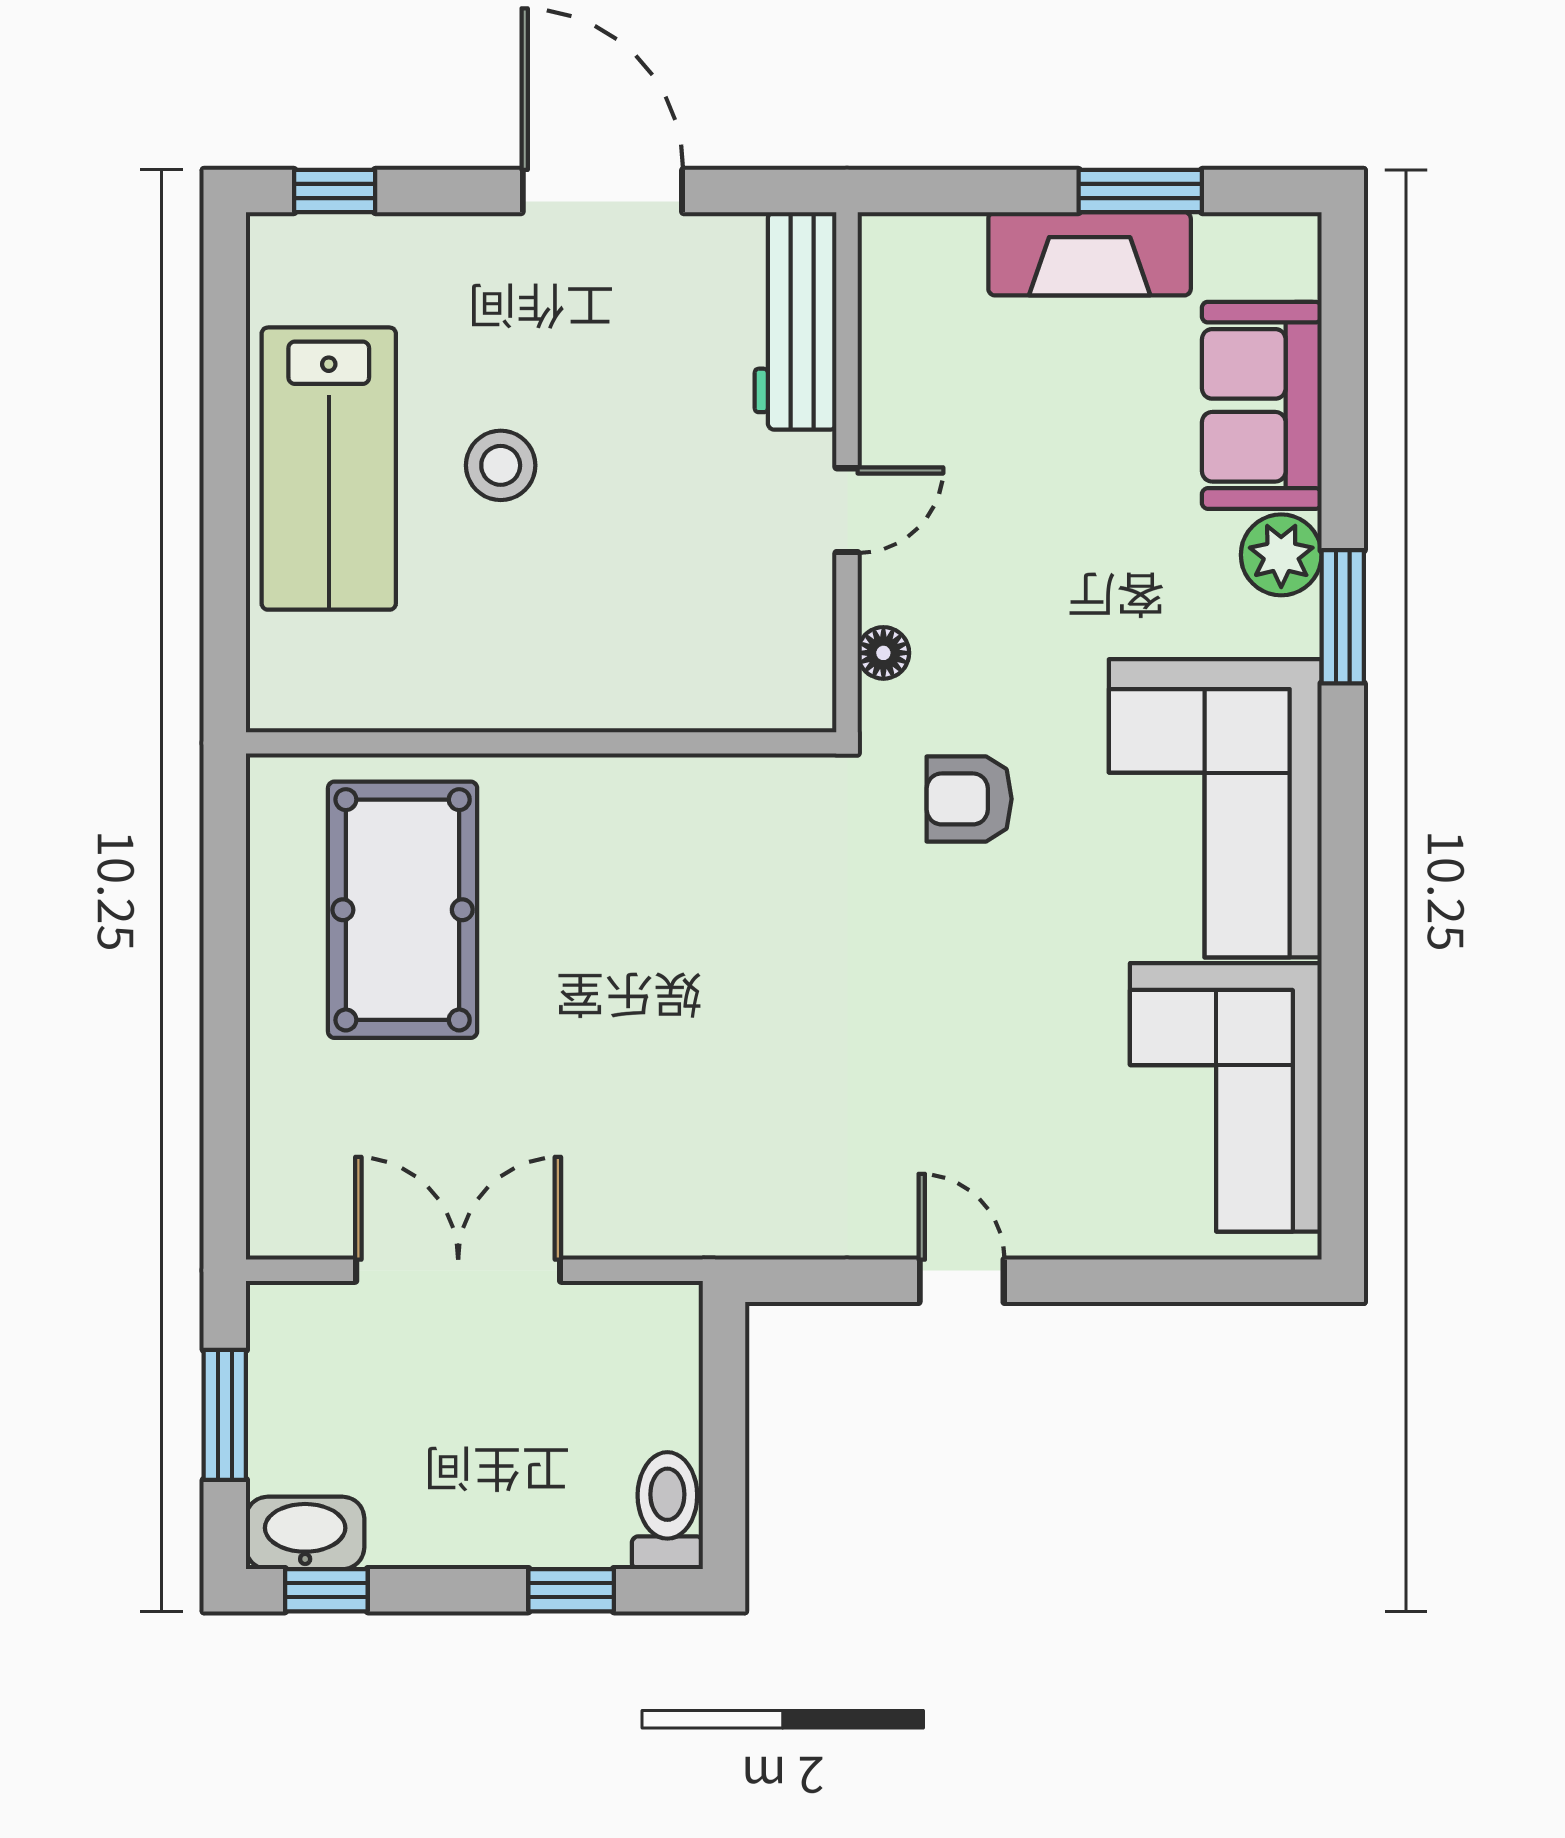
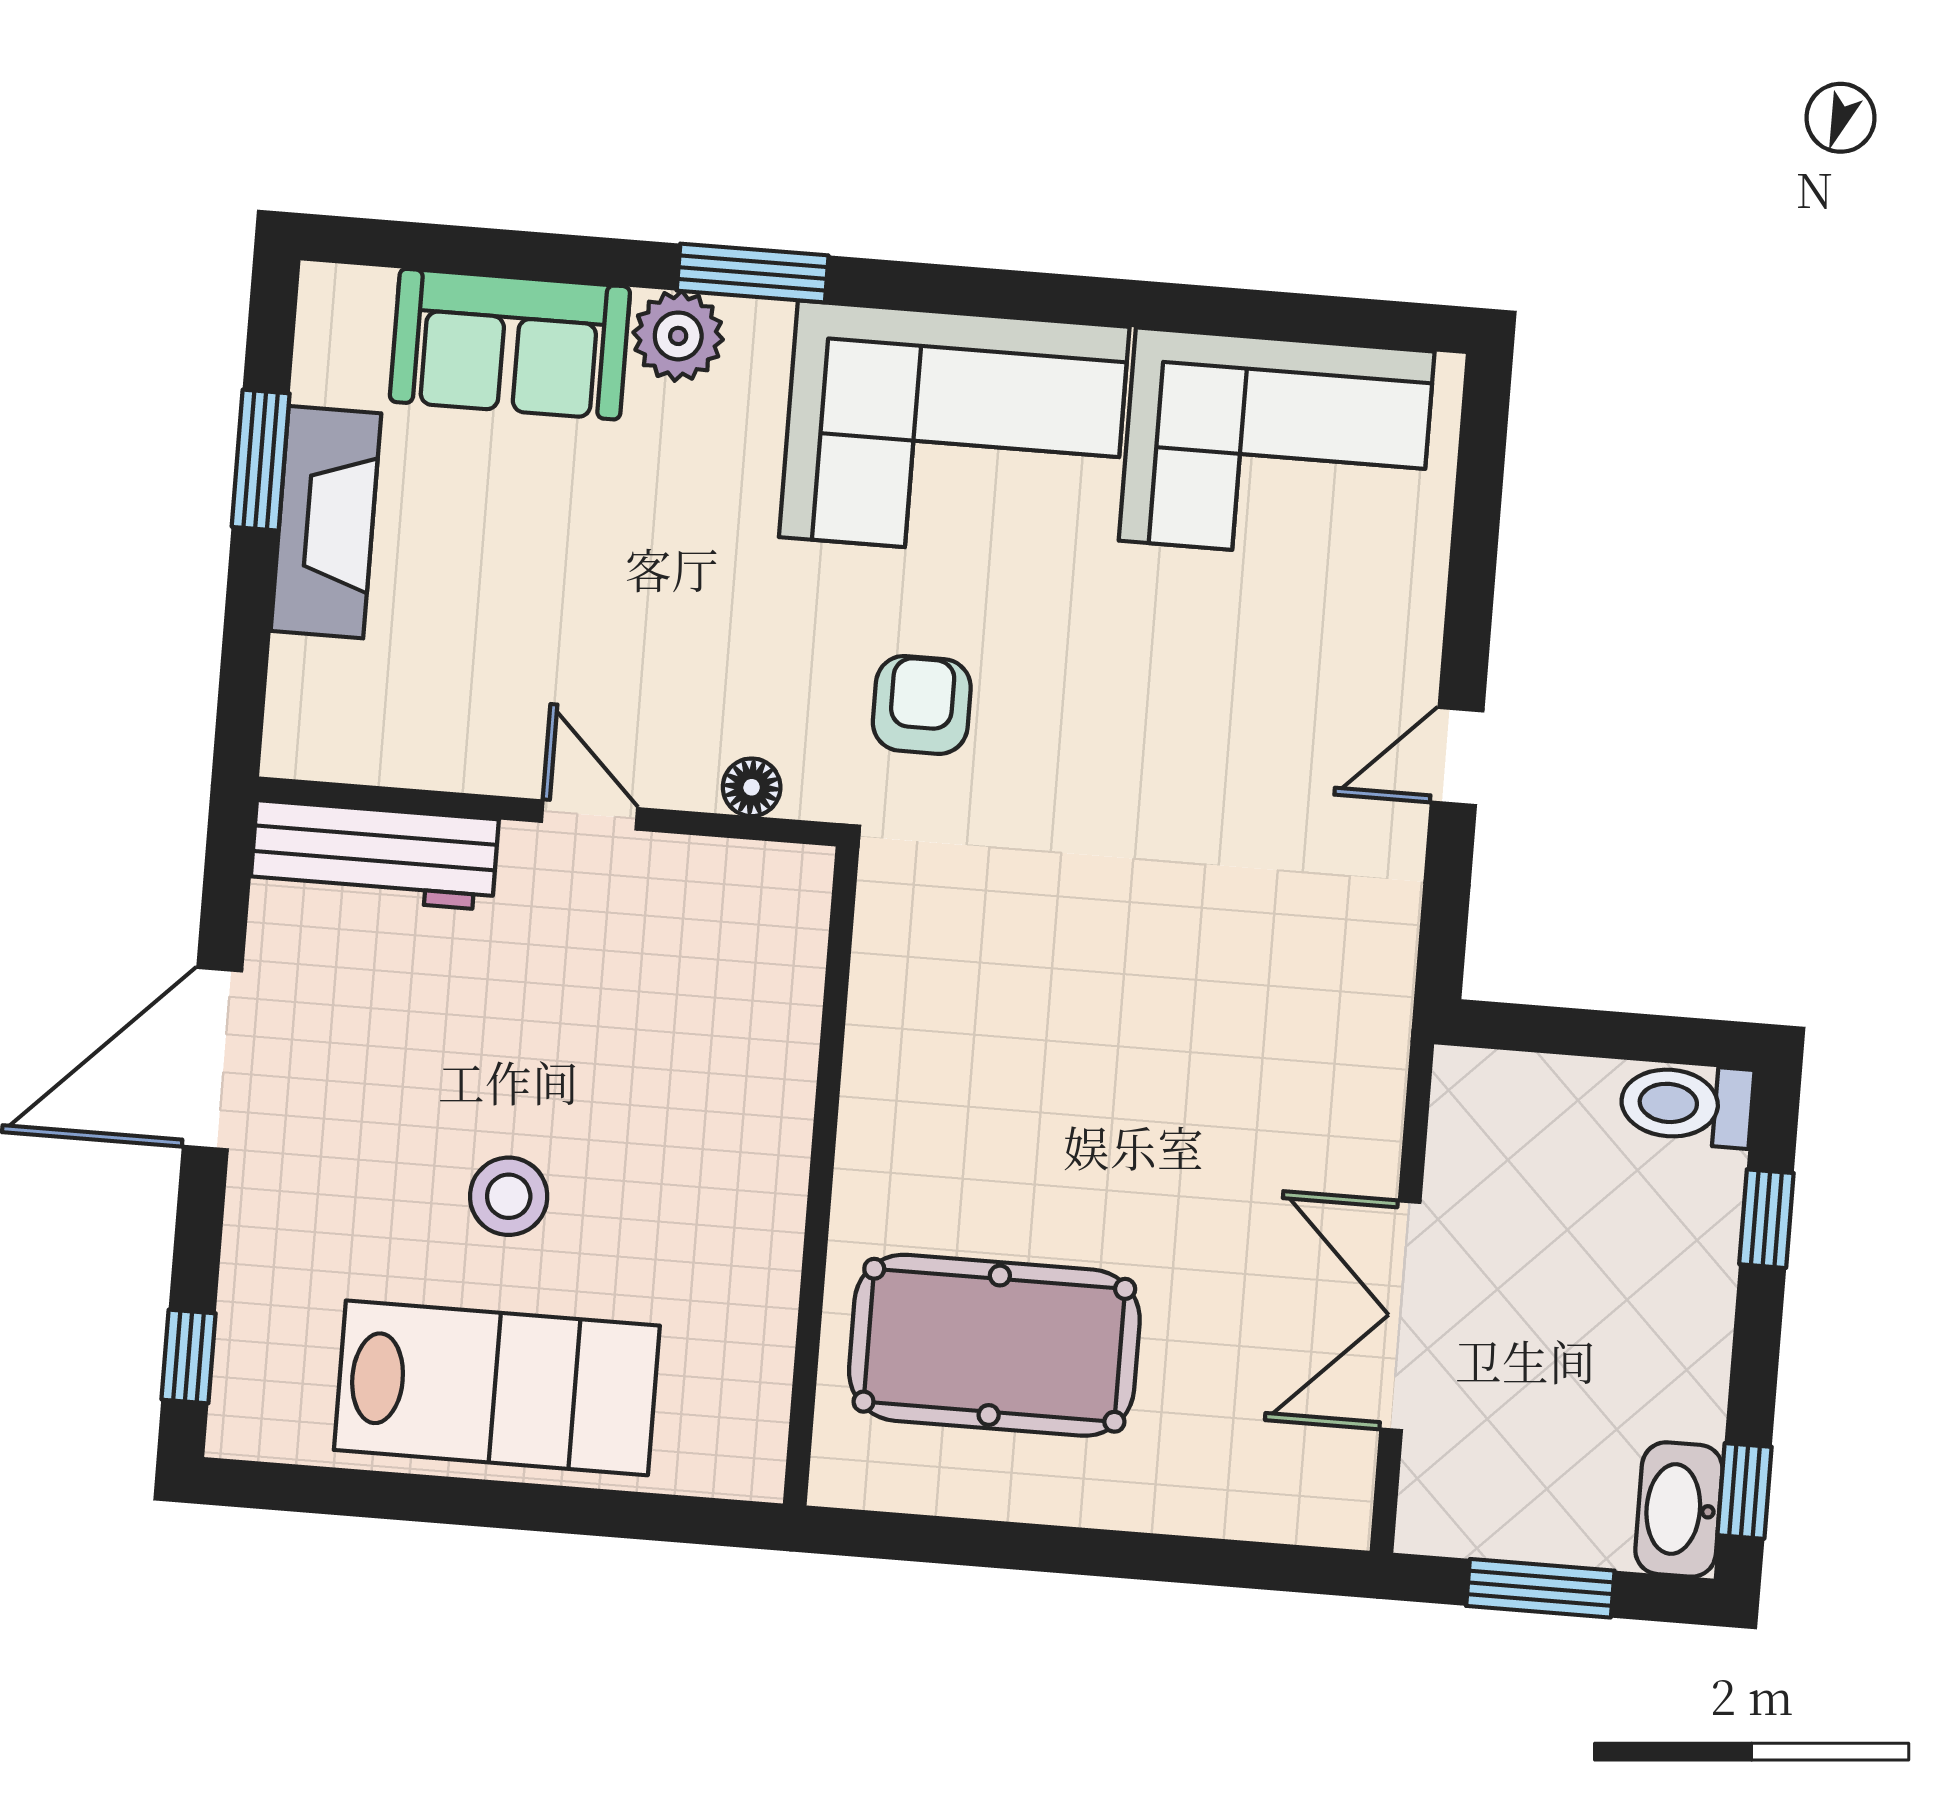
armchair: (969, 799) -> (922, 705), turned 180

